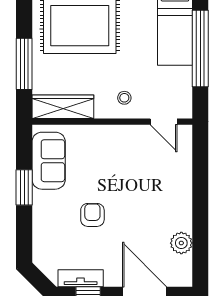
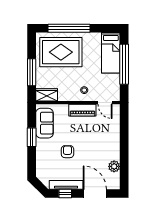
wardrobe: (63, 107) -> (47, 95), width x0.67
piano: (121, 136) -> (82, 110), added
tv unit: (81, 278) -> (66, 185), width x1.41

